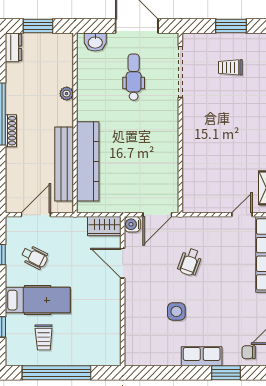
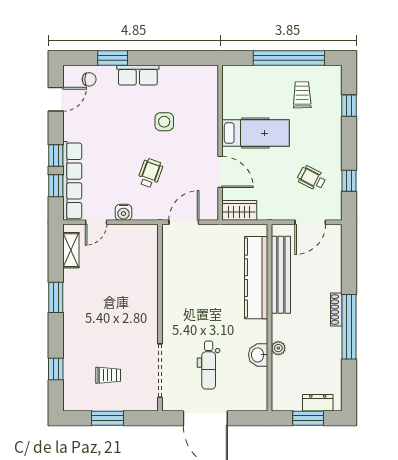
washbasin: (95, 42) -> (258, 355), moved, turned -90
dresser: (13, 47) -> (318, 403), moved, turned 90
water cooler: (132, 224) -> (123, 212), moved, turned 90
hospital bed: (38, 300) -> (255, 133), moved, turned 180

